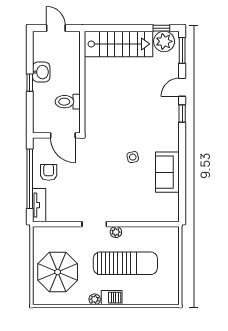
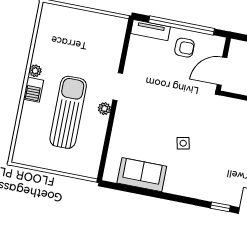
sofa: (167, 172) -> (142, 175), moved
sun lounger: (125, 263) -> (68, 112), turned 180
parasol: (58, 272) -> (73, 36), removed

